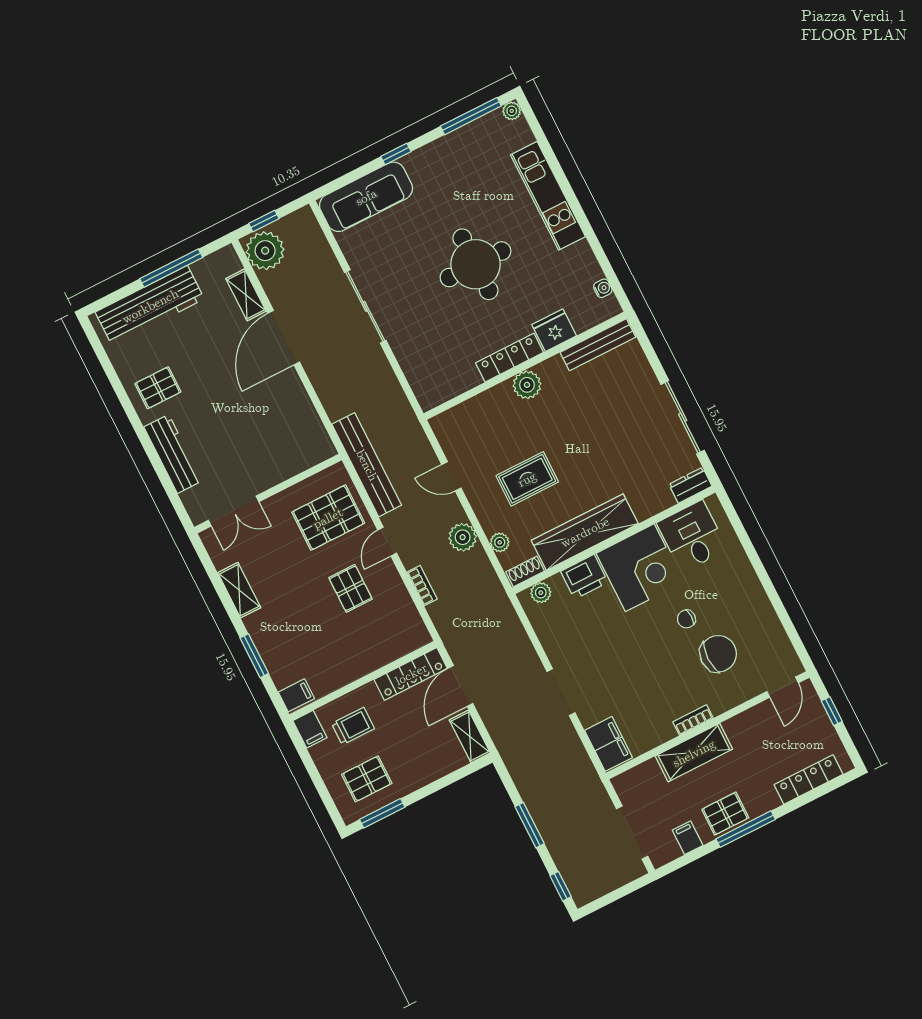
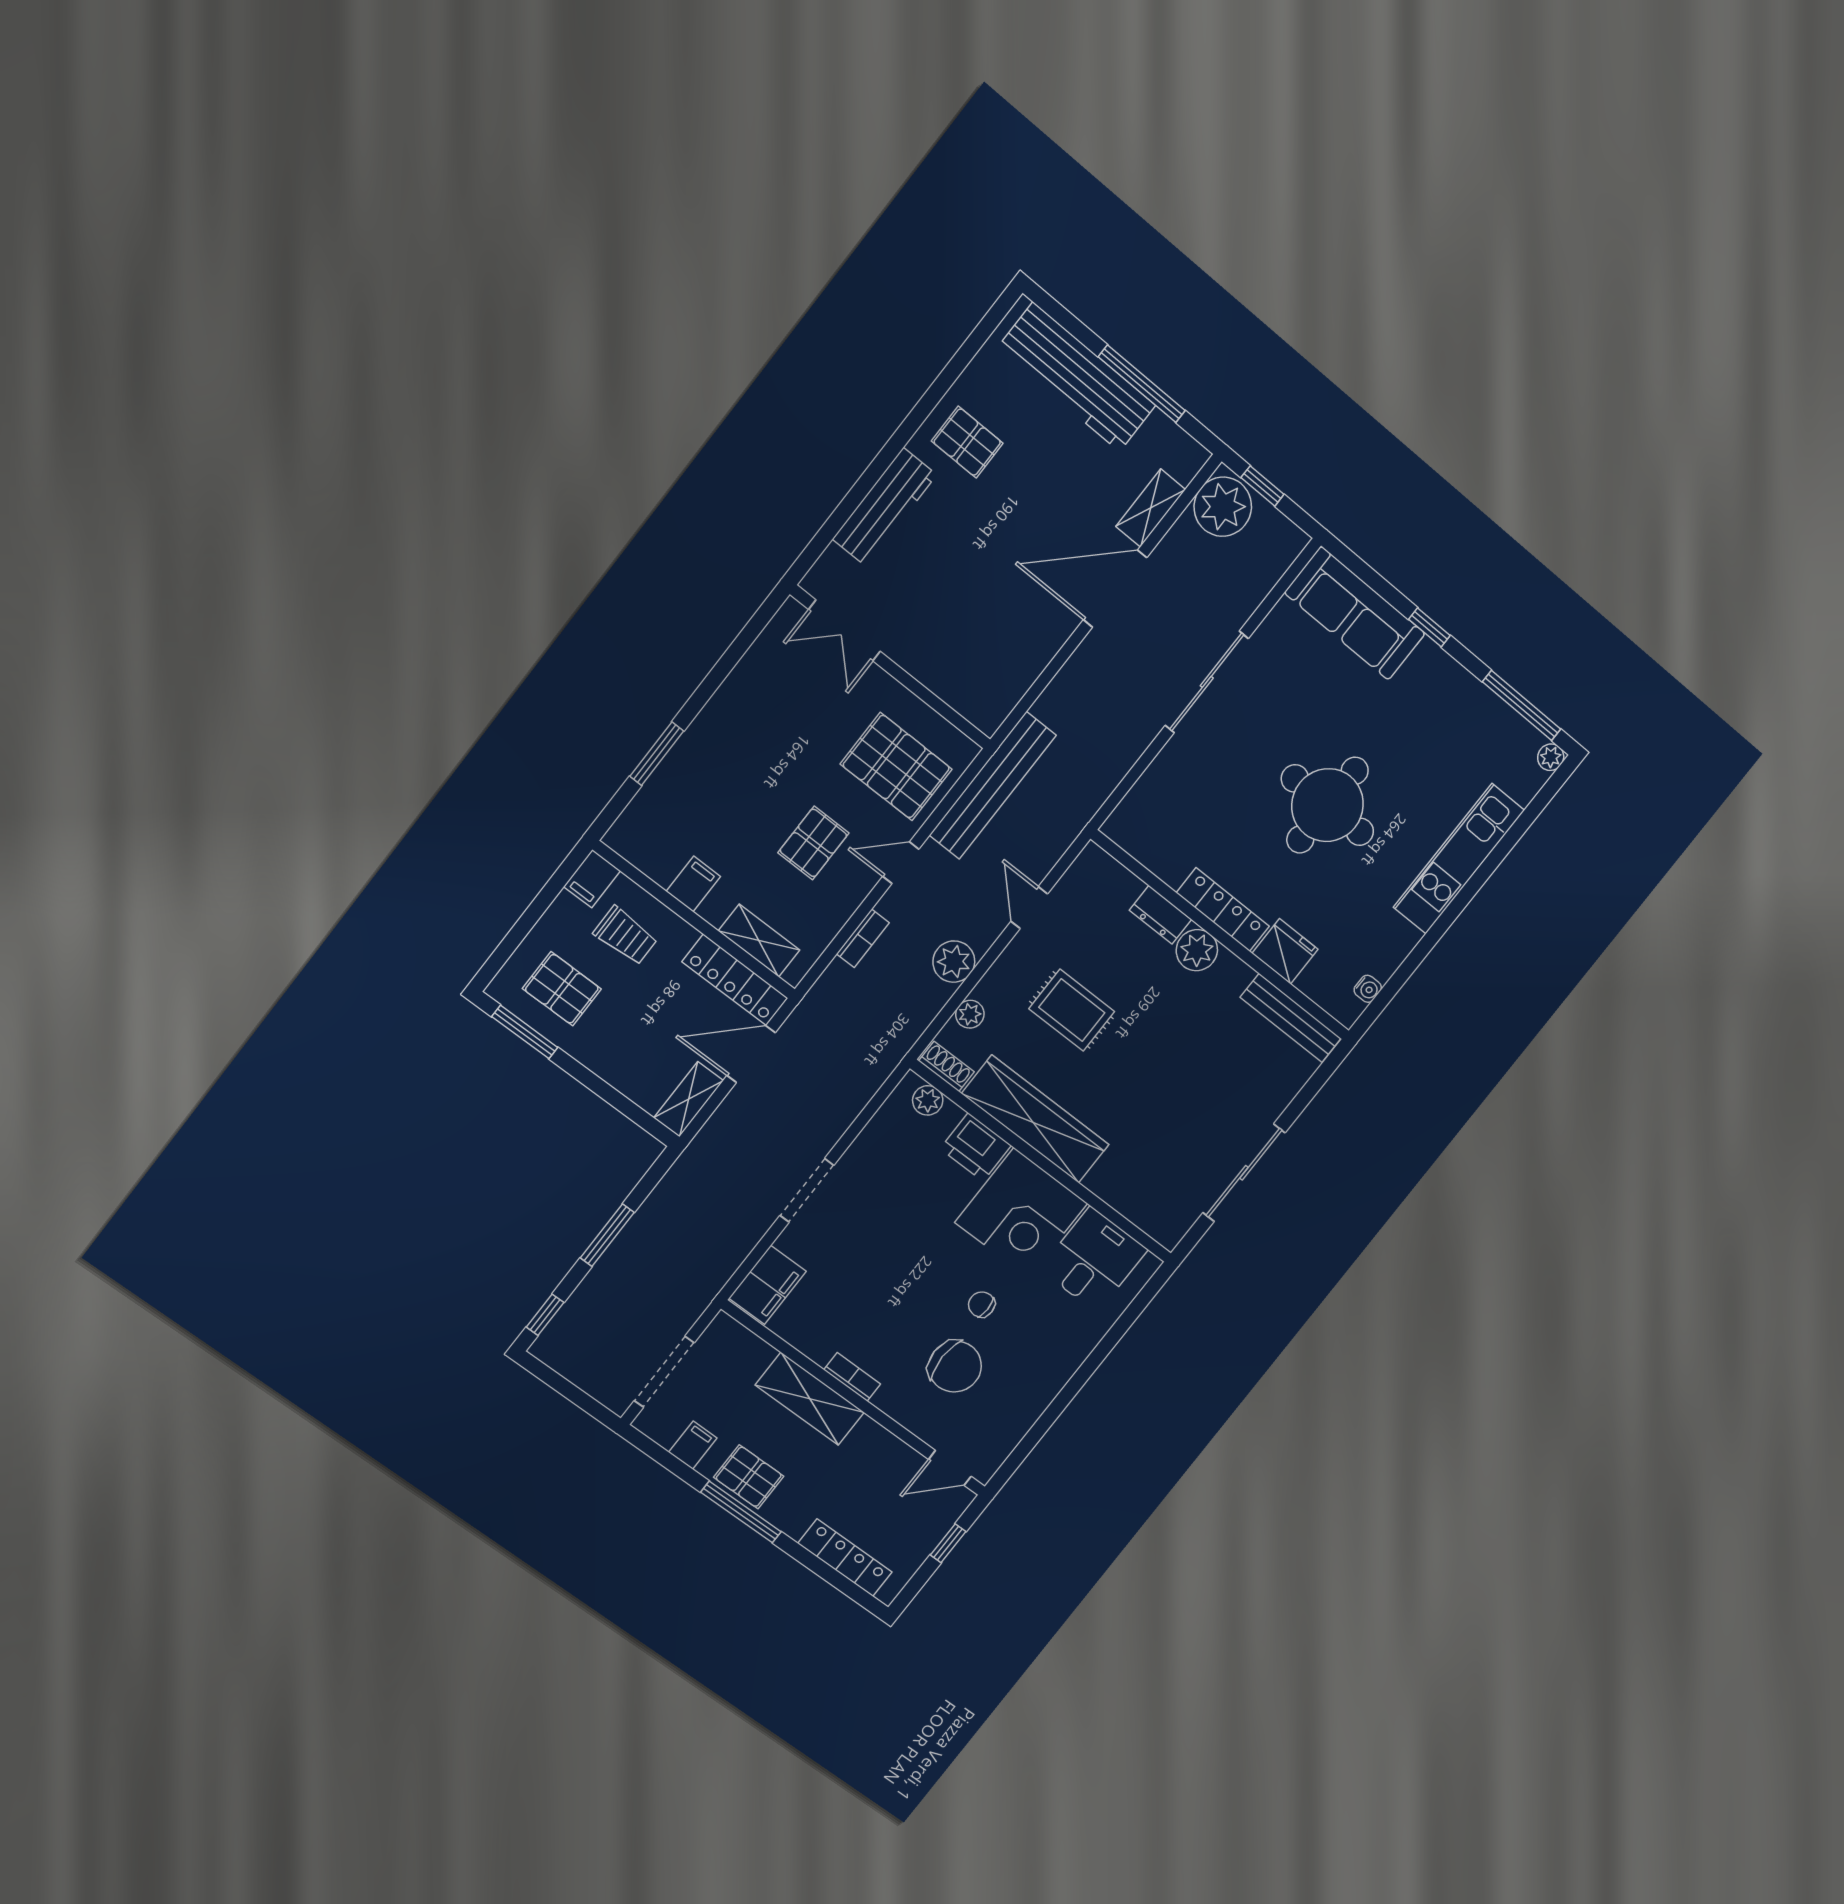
dresser: (690, 485) -> (1161, 915), moved, turned 180
shelving: (239, 590) -> (759, 941), moved, turned 90
filing cabinet: (296, 695) -> (693, 884), moved, turned -90

